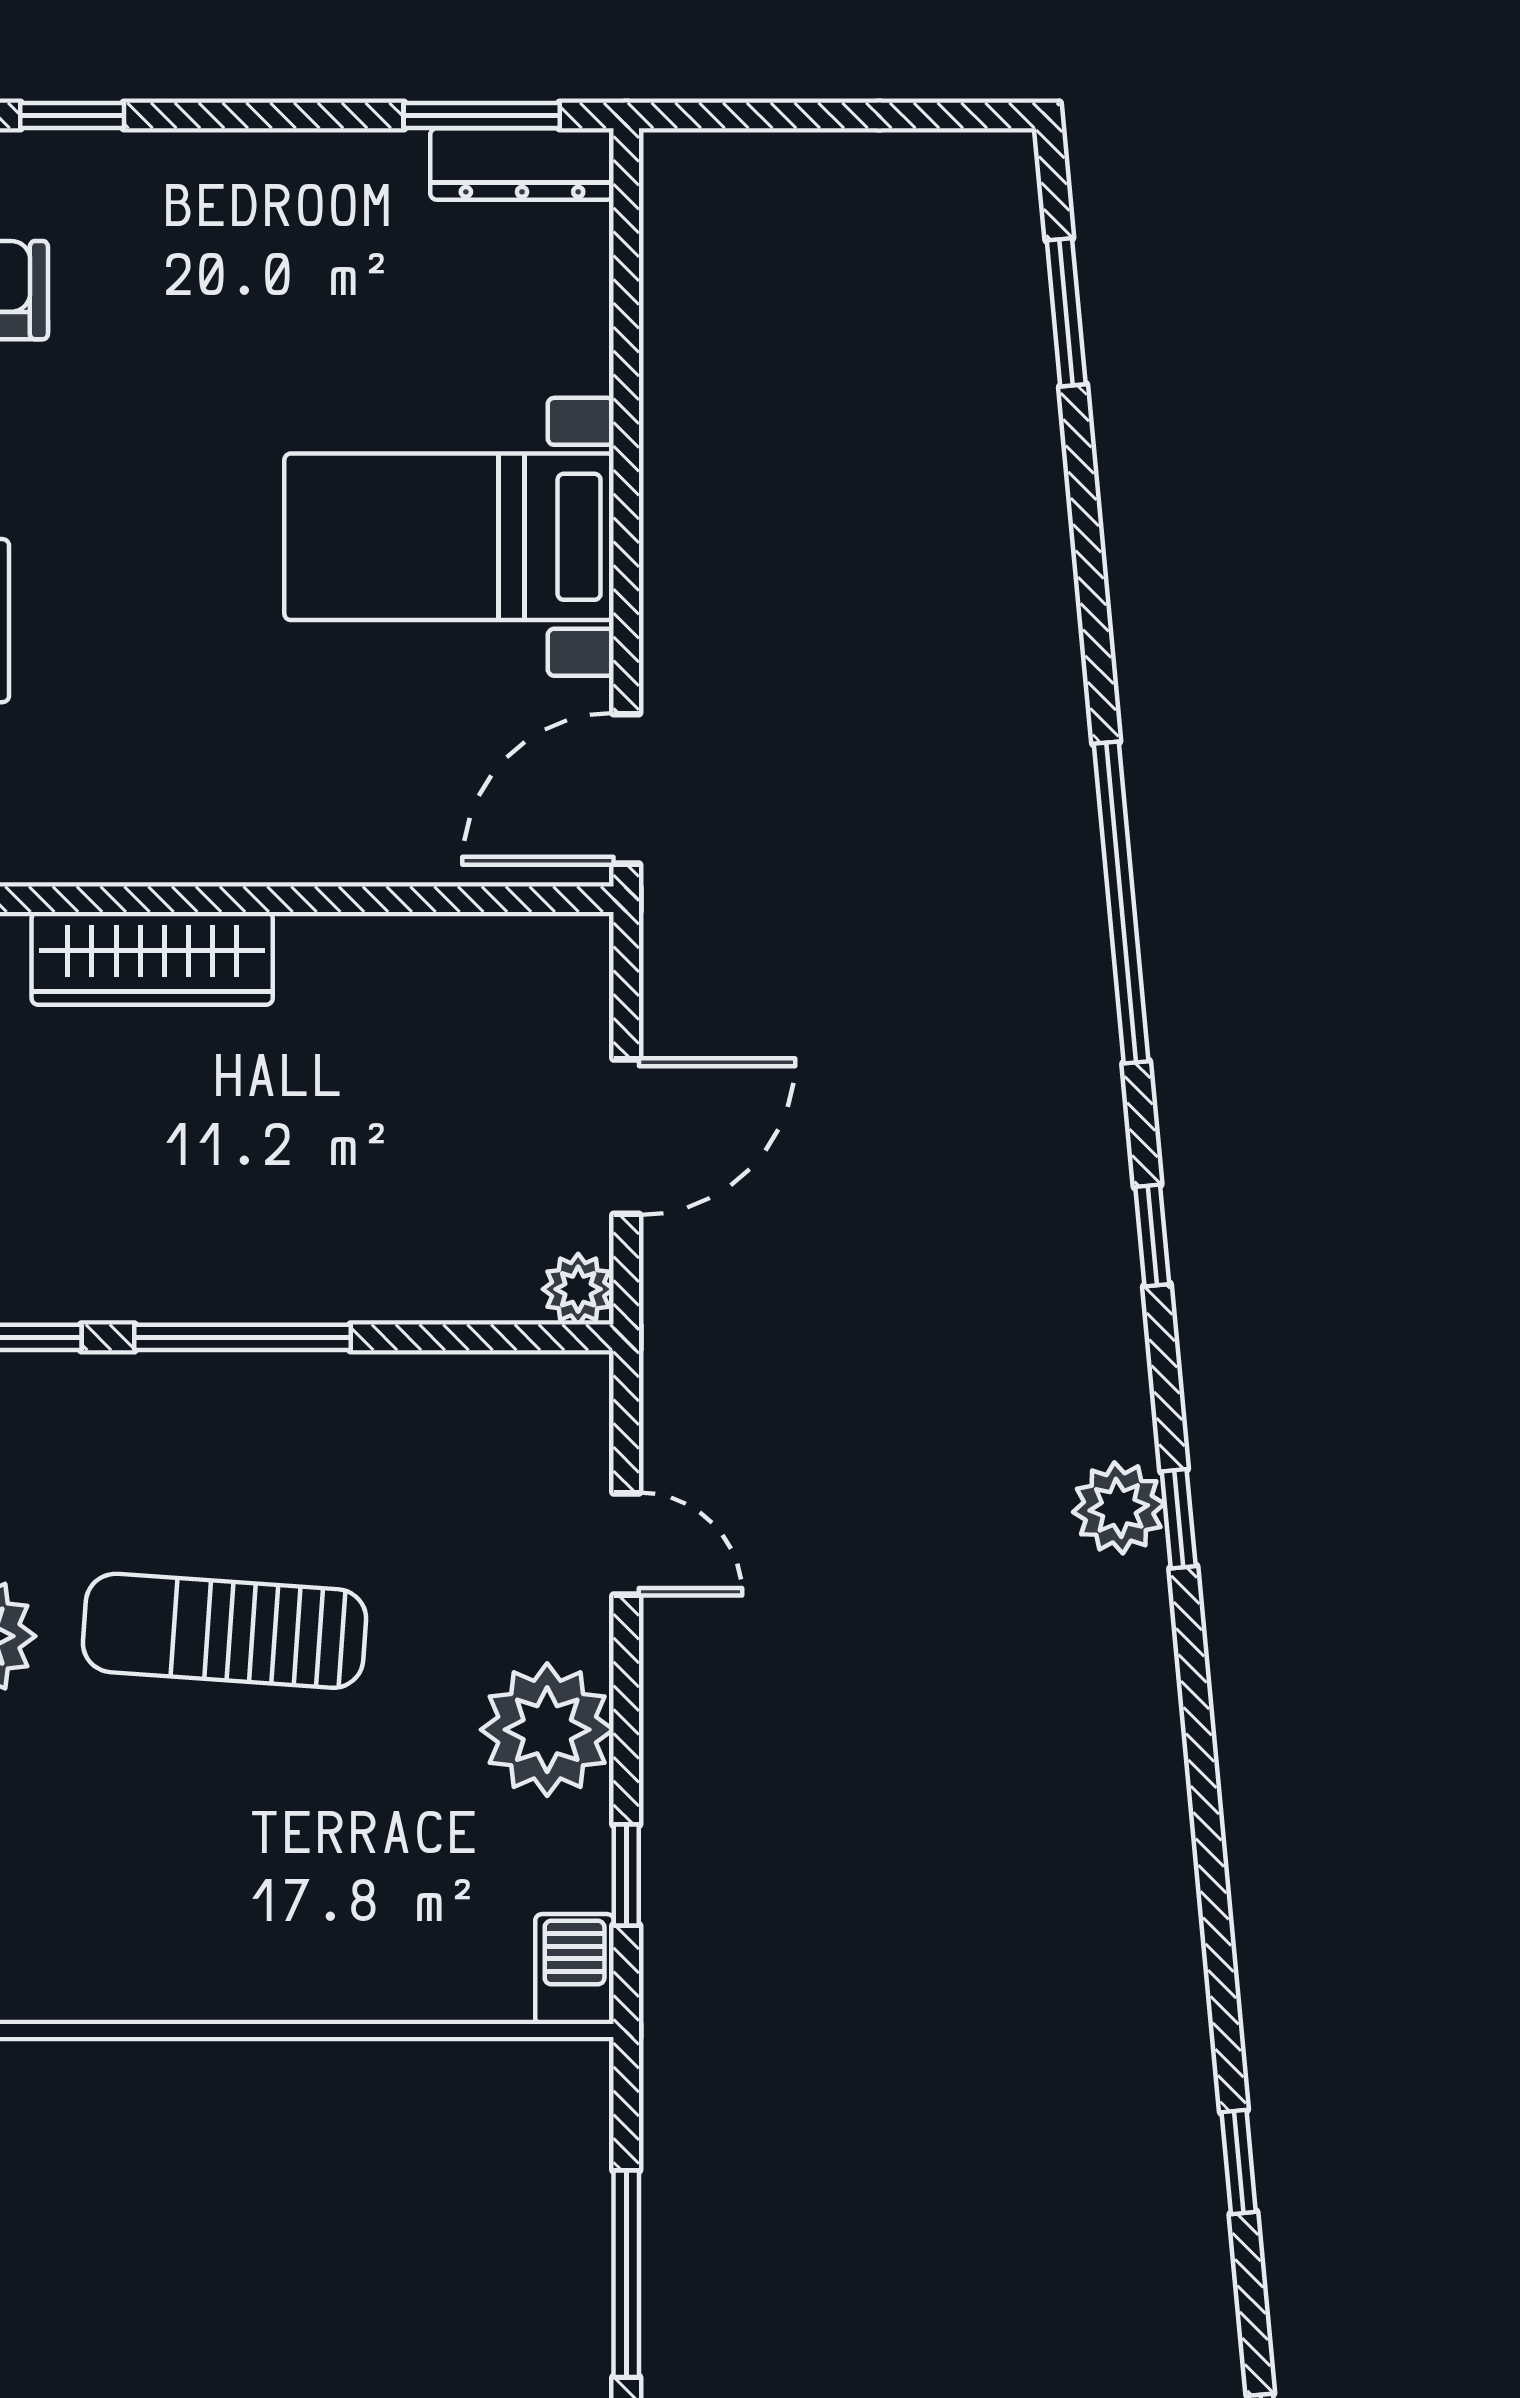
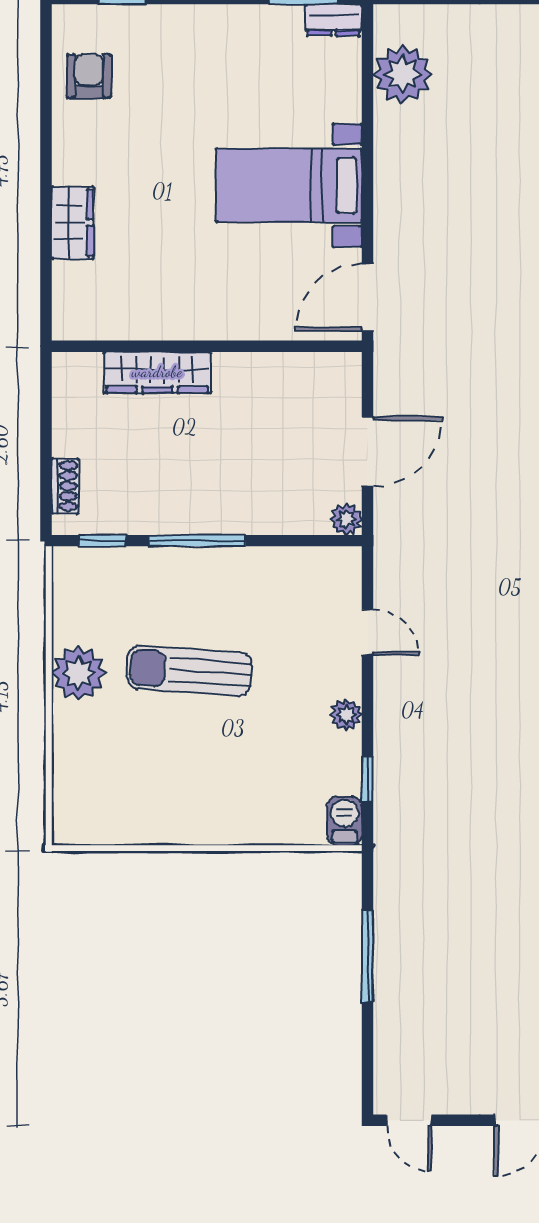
dresser: (522, 164) -> (334, 20), width x0.70
plant: (705, 286) -> (403, 74), added
plant: (547, 1730) -> (346, 715), width x0.53, depth x0.53

